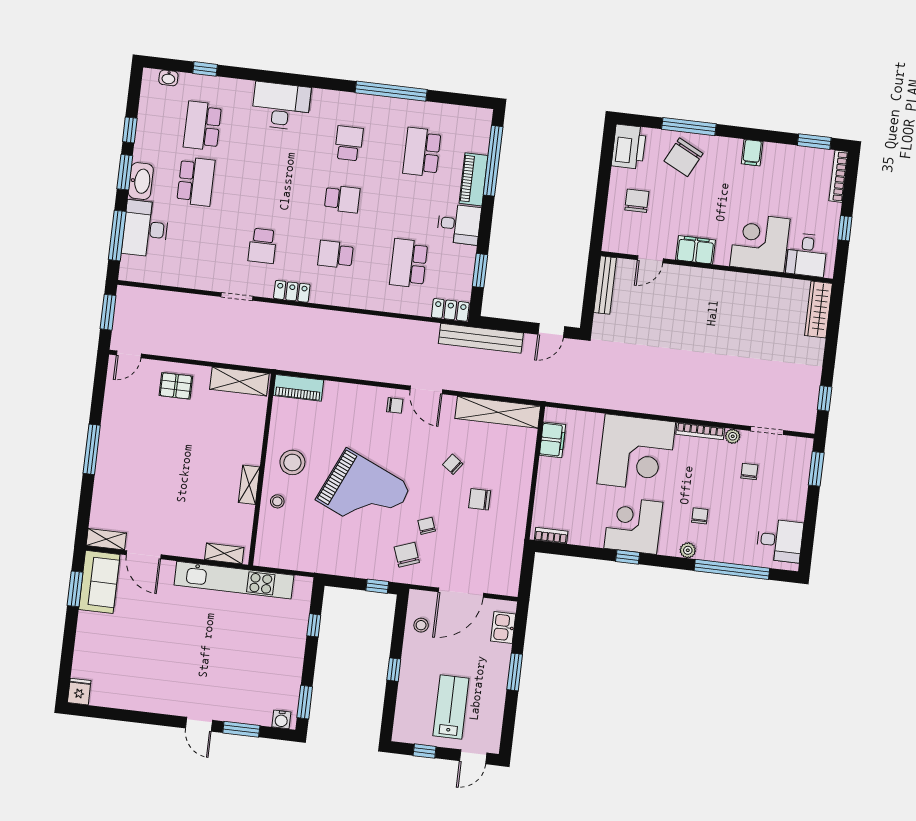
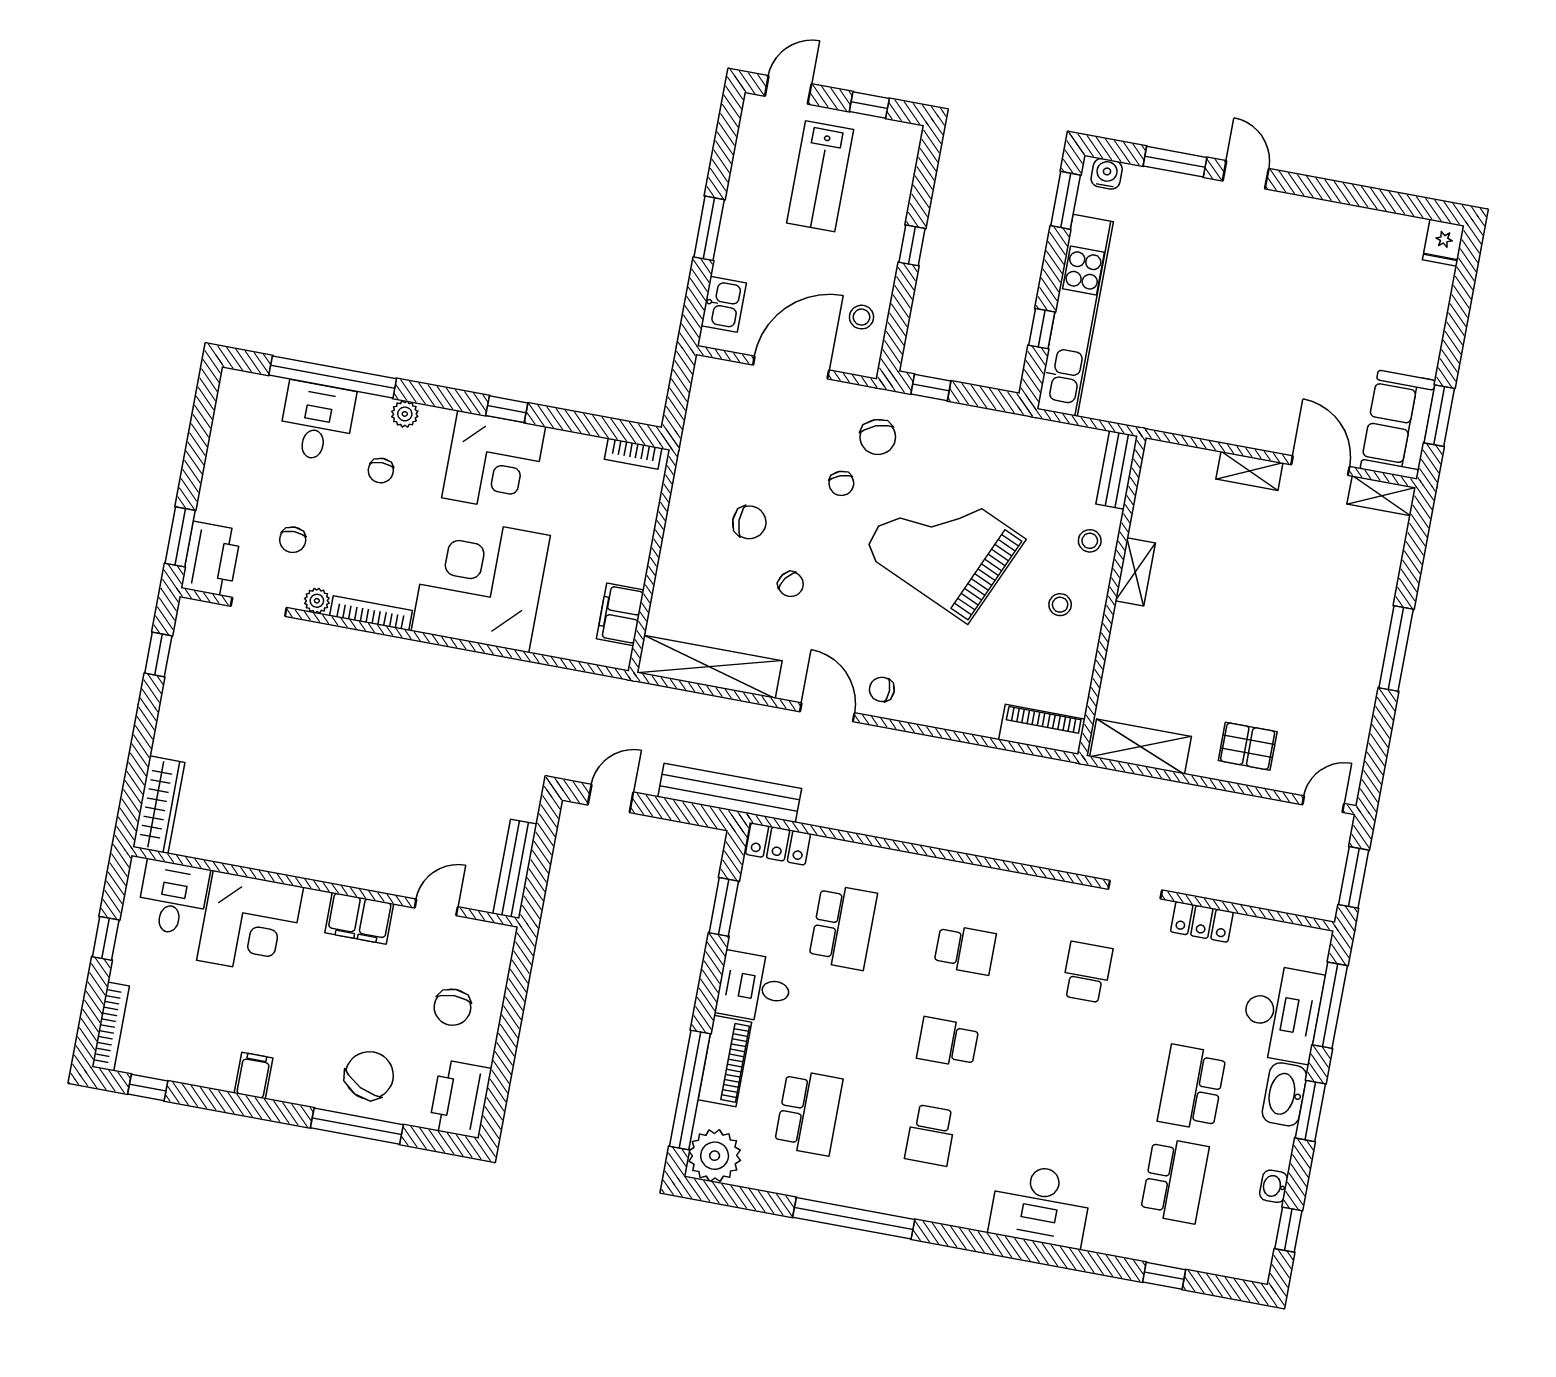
washbasin: (168, 78) -> (1274, 1186), moved, turned -90
plant: (476, 123) -> (715, 1156), added
window: (130, 130) -> (1288, 1230), moved
window: (814, 142) -> (148, 1087), width x0.67
locker: (292, 291) -> (1202, 922), moved
printer: (797, 457) -> (211, 559), added
stool: (292, 462) -> (1060, 605), width x0.53, depth x0.53
desk: (780, 541) -> (317, 422), moved, turned 90
bench: (264, 544) -> (1117, 470), added
shelving: (224, 554) -> (1249, 471), moved
kitchen unit: (234, 580) -> (1075, 315), moved, turned 90

